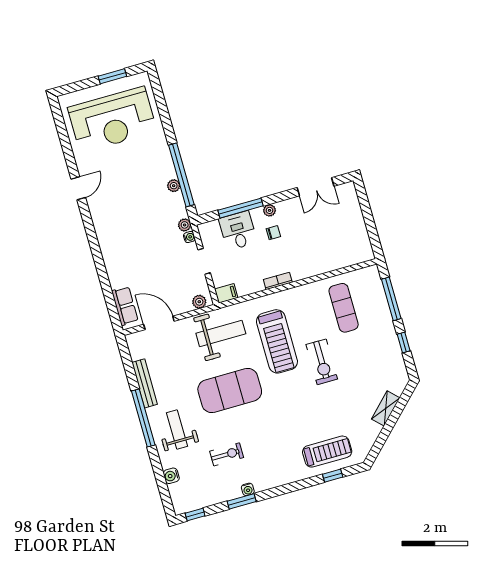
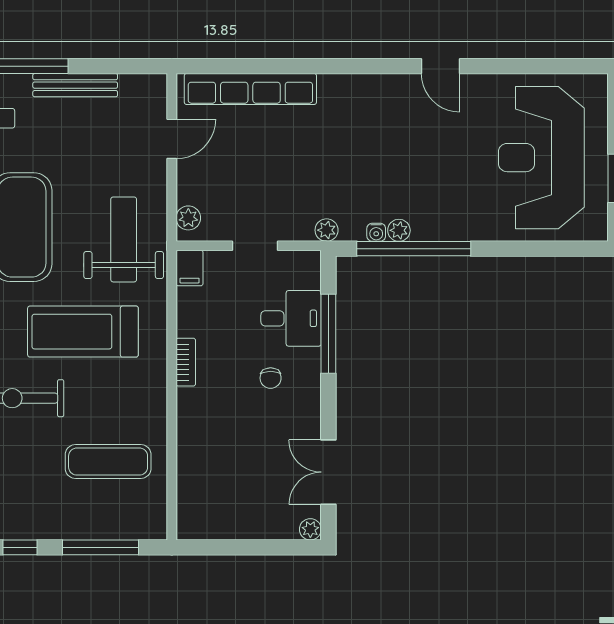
plant: (269, 210) -> (310, 529), moved
water cooler: (189, 237) -> (376, 232), moved
row of seats: (125, 306) -> (250, 89), width x2.02
door: (159, 323) -> (172, 139), width x0.73
weight bench: (221, 333) -> (124, 239), turned 180

